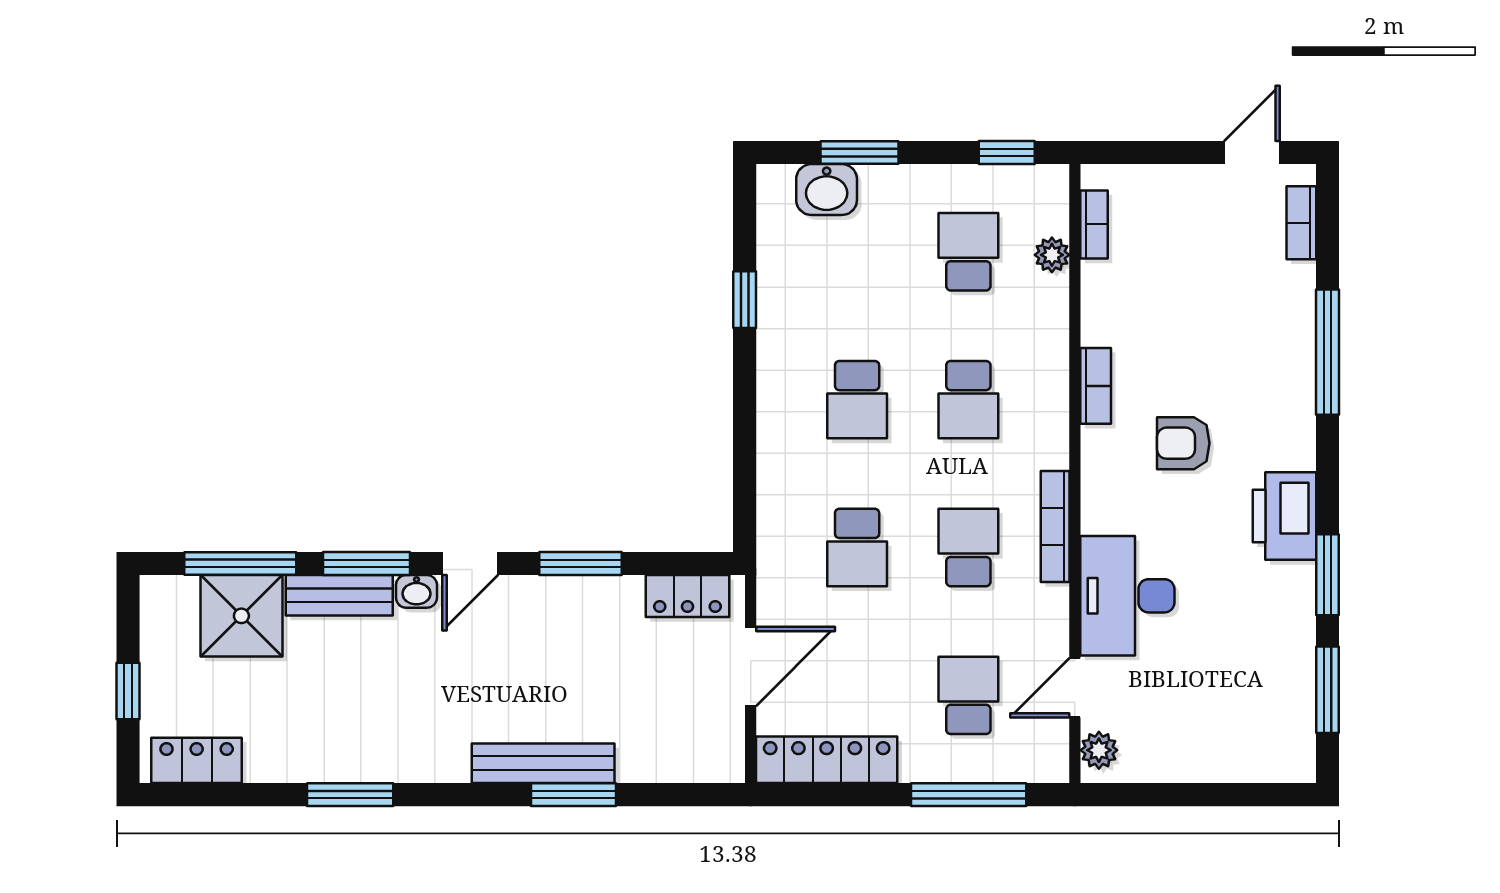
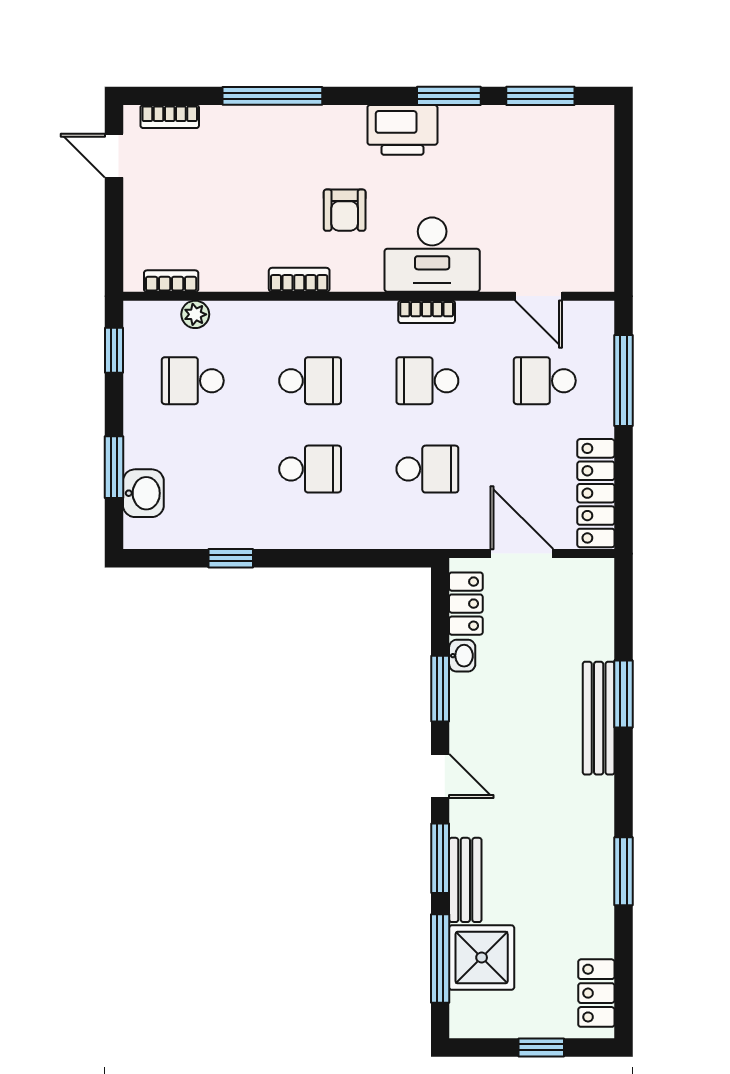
bookcase: (1055, 526) -> (427, 312), width x0.64
washbasin: (416, 591) -> (462, 656), moved
desk: (1127, 596) -> (432, 255), moved
plant: (1099, 750) -> (588, 277), removed

